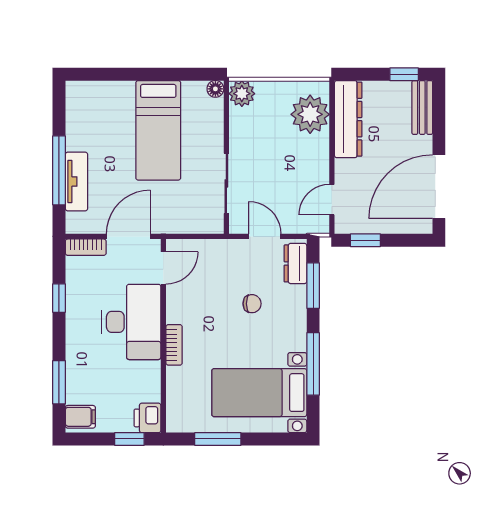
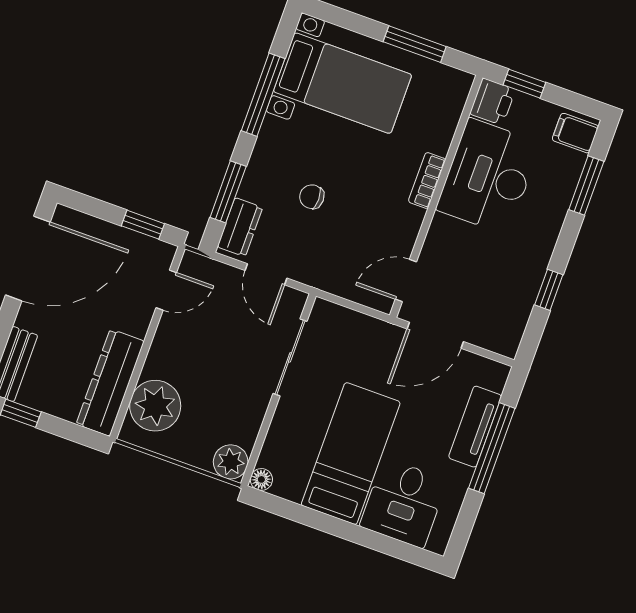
desk: (108, 109) -> (404, 503), added
bookcase: (86, 247) -> (493, 341), removed
desk: (131, 322) -> (488, 176), moved

